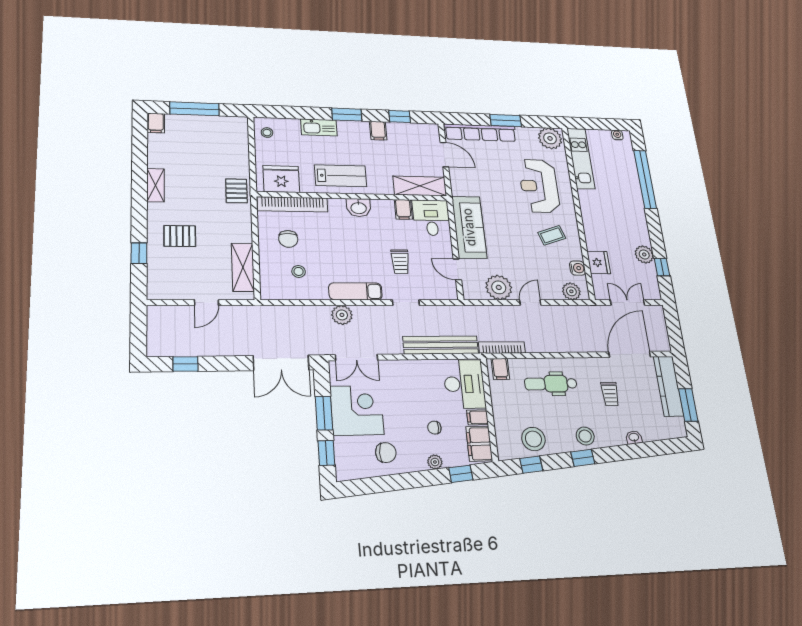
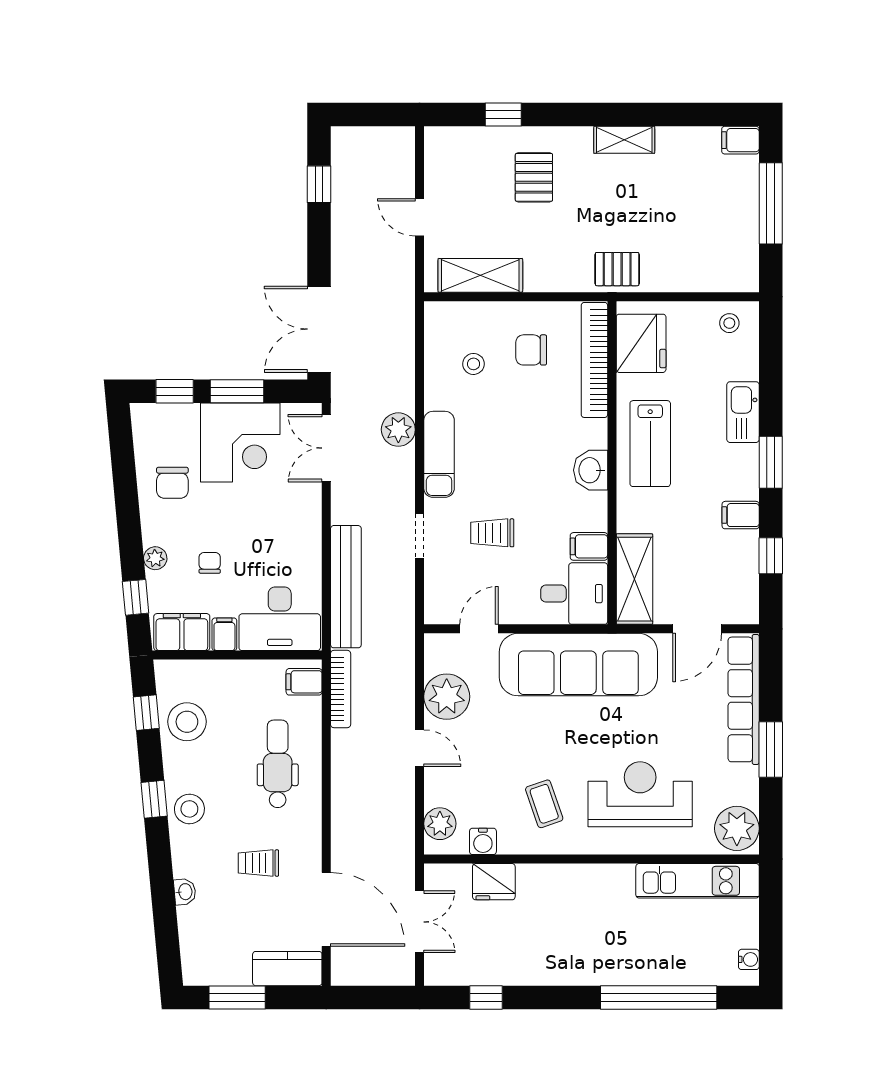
sofa: (469, 227) -> (578, 665), width x1.36, depth x1.27
plant: (644, 254) -> (510, 969), removed
kitchen counter: (669, 386) -> (287, 969), width x0.67

